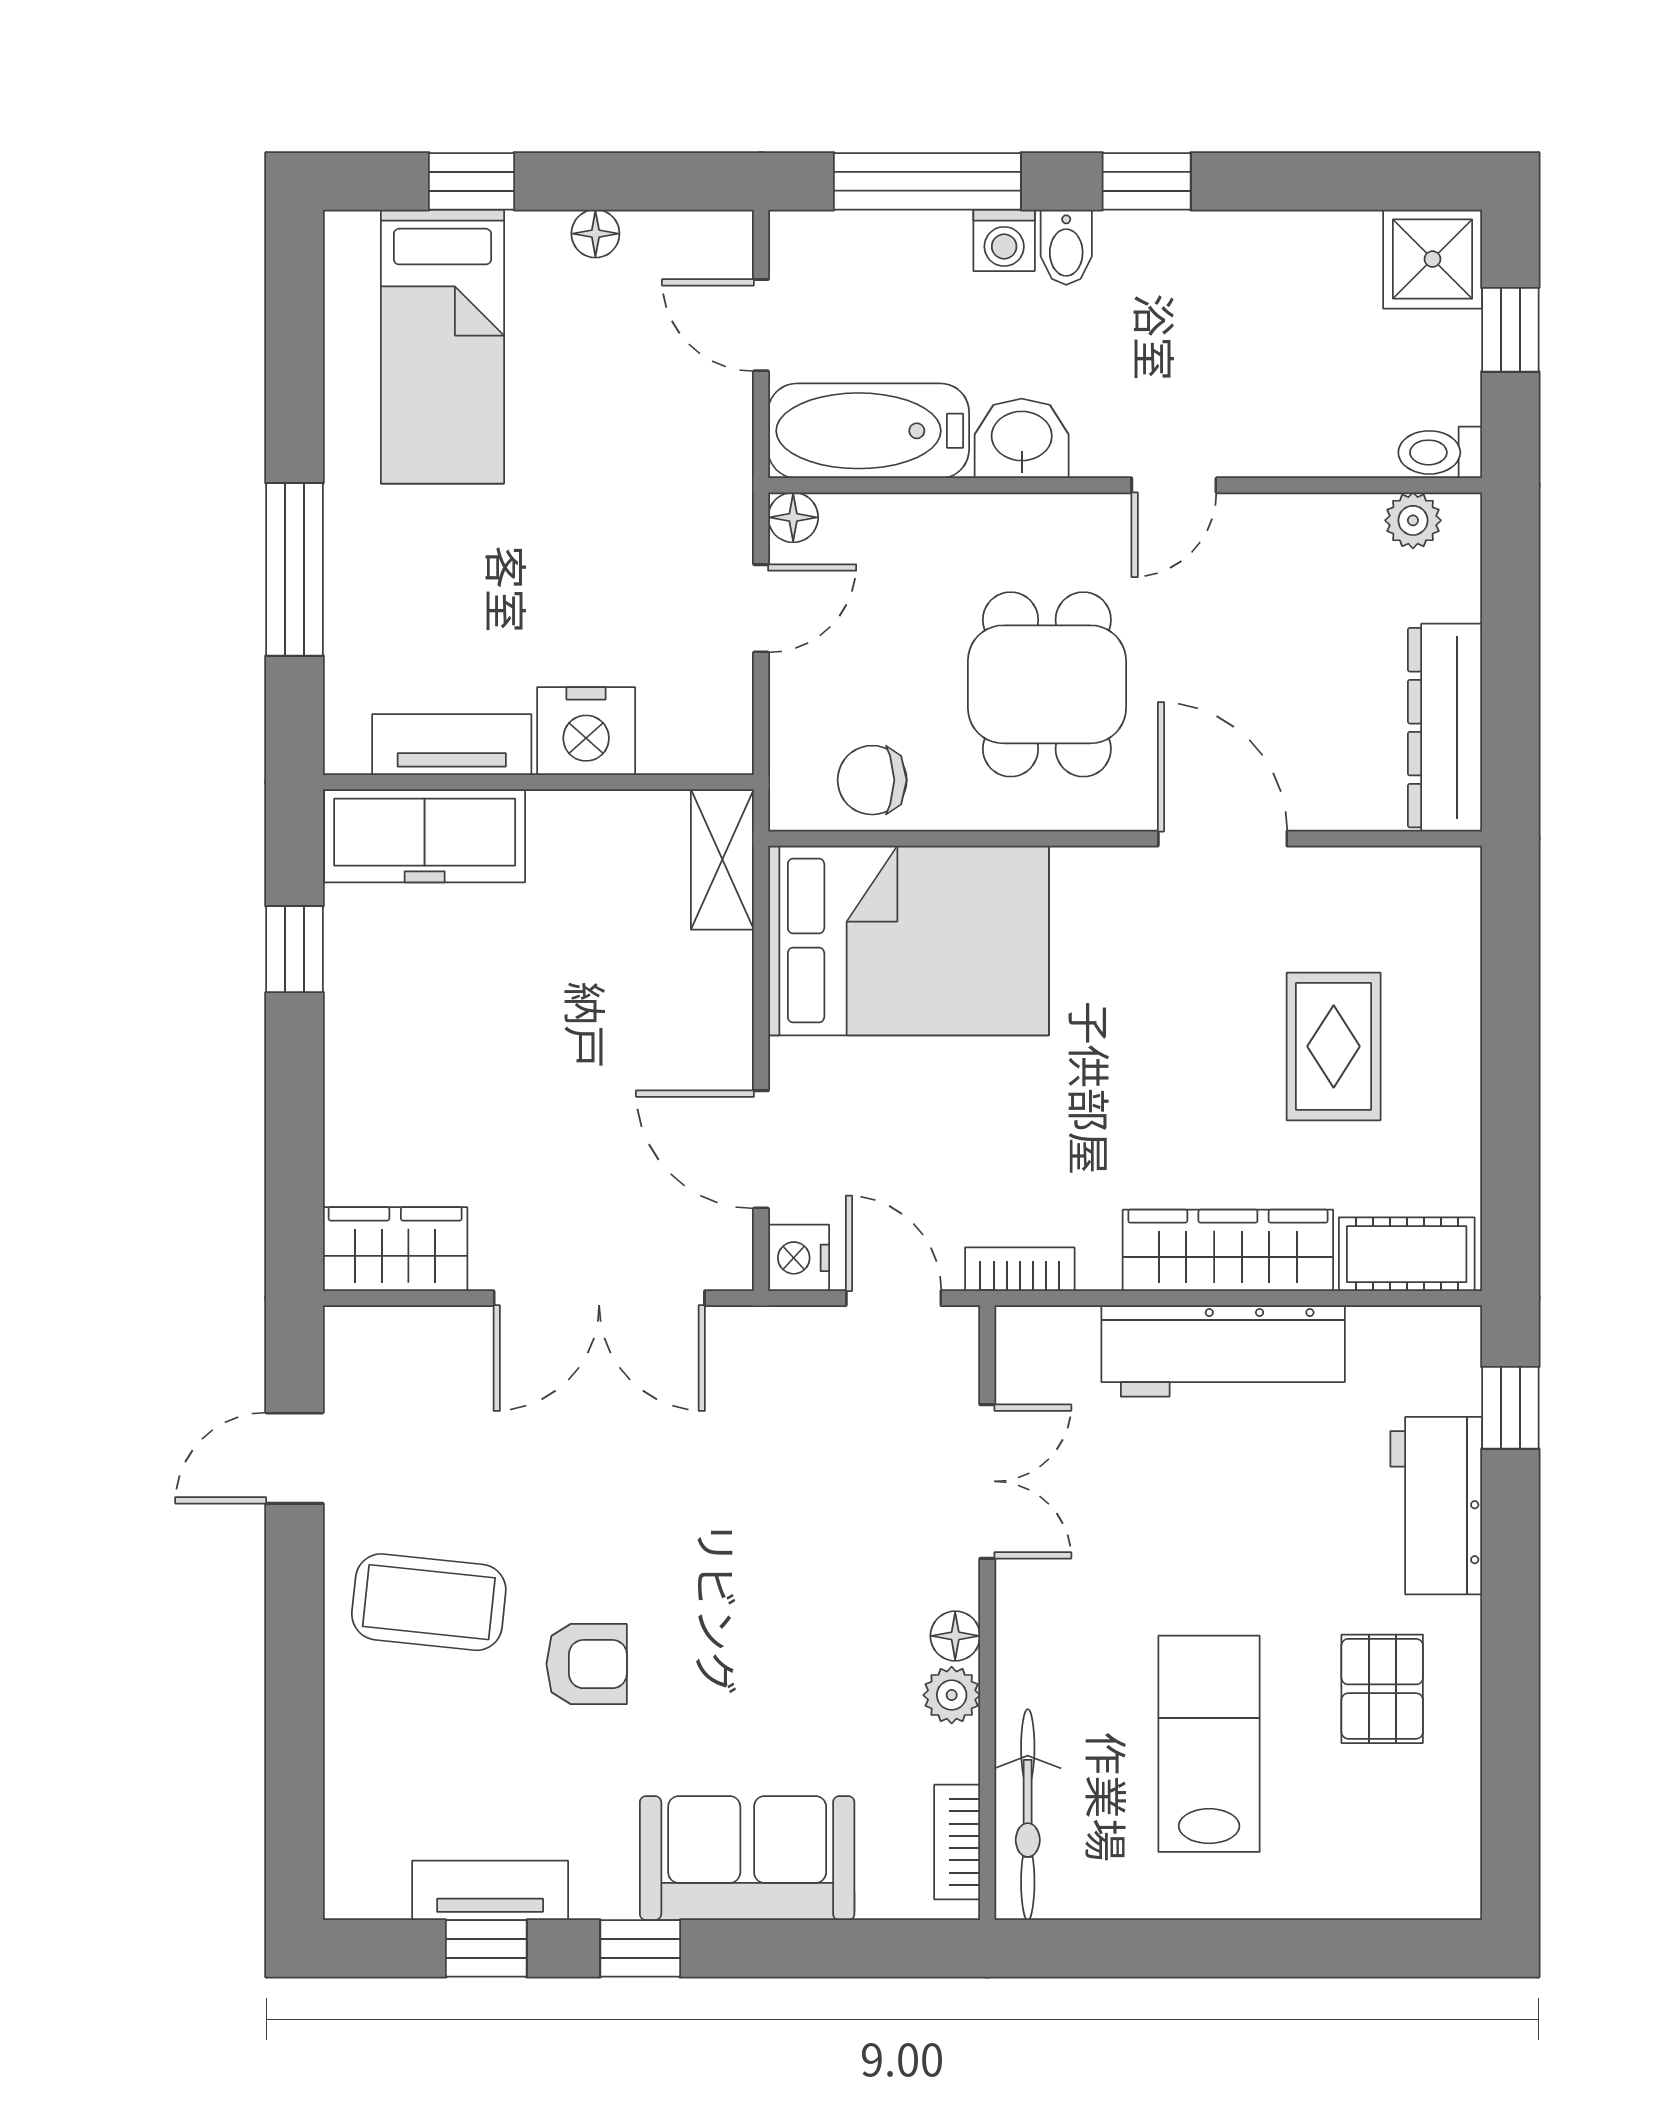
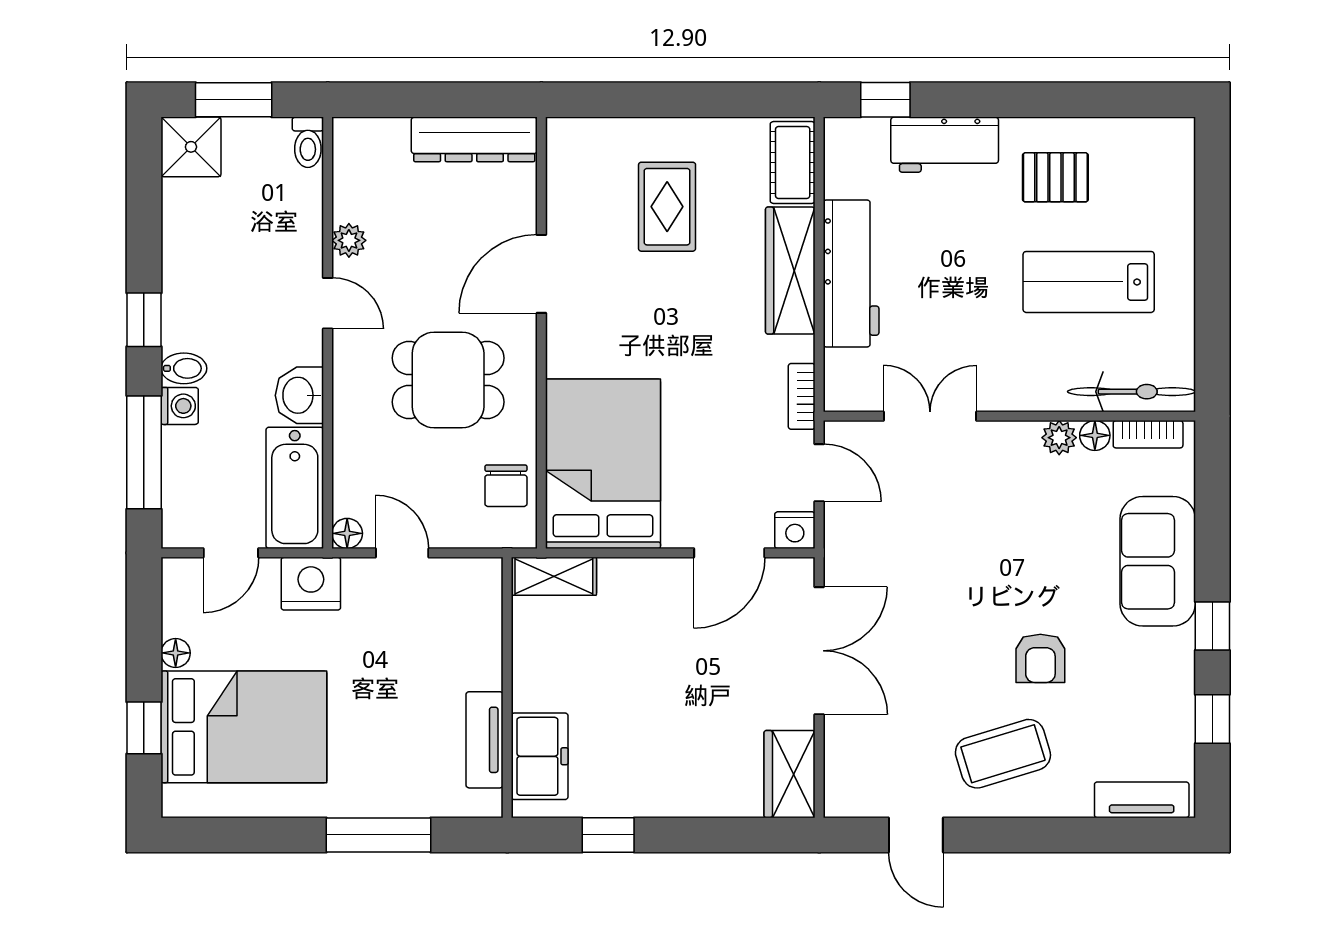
window: (1510, 330) -> (234, 100), width x1.50
bed: (442, 347) -> (244, 727), width x1.50
plant: (1413, 520) -> (349, 240), moved
nightstand: (586, 731) -> (311, 584), moved, turned -90
freezer: (425, 836) -> (540, 756), width x0.71
rug: (1334, 1046) -> (667, 207), turned 90
door: (894, 1298) -> (819, 473), swing flipped
coffee table: (429, 1602) -> (1003, 754), turned 67
floor lamp: (955, 1636) -> (1095, 435), moved
armchair: (587, 1664) -> (1040, 658), turned 180
tv unit: (490, 1890) -> (1142, 800), moved, turned 90

